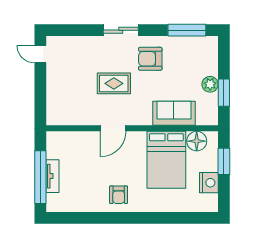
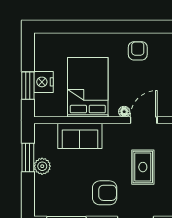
rug: (114, 83) -> (143, 167), turned 90
floor lamp: (197, 141) -> (124, 112), moved, width x0.53, depth x0.53
nightstand: (209, 183) -> (43, 82), moved

